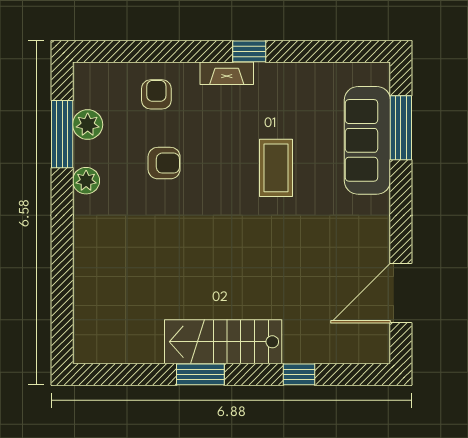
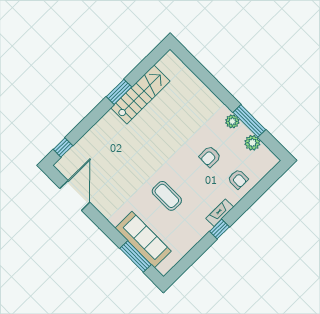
window: (62, 134) -> (249, 121), moved
stairs: (223, 342) -> (140, 95), moved
window: (299, 374) -> (63, 148), moved

